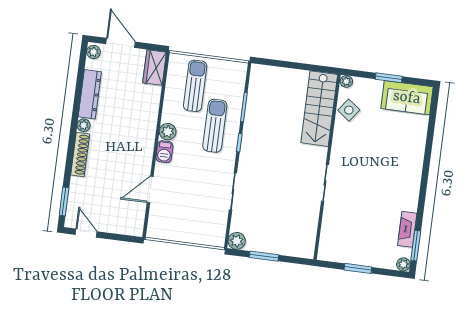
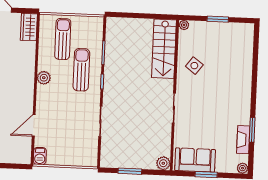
sofa: (407, 98) -> (195, 160), moved, turned 180
side table: (349, 110) -> (194, 66), moved
barbecue: (164, 152) -> (40, 156), moved
plant: (237, 241) -> (163, 163), moved
window: (416, 246) -> (252, 130), moved

